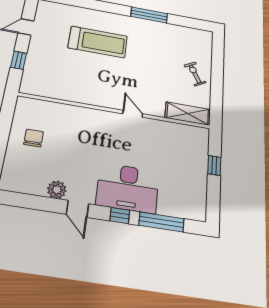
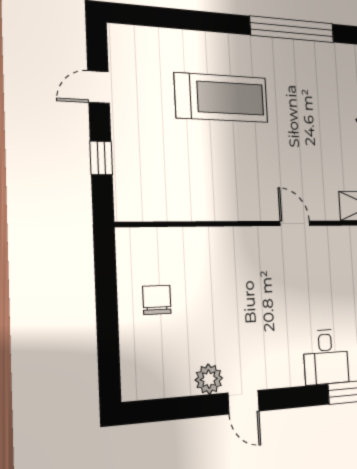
window: (149, 15) -> (292, 29), width x1.46
desk: (128, 188) -> (326, 357), width x0.53, depth x0.77
window: (120, 215) -> (302, 396), removed

